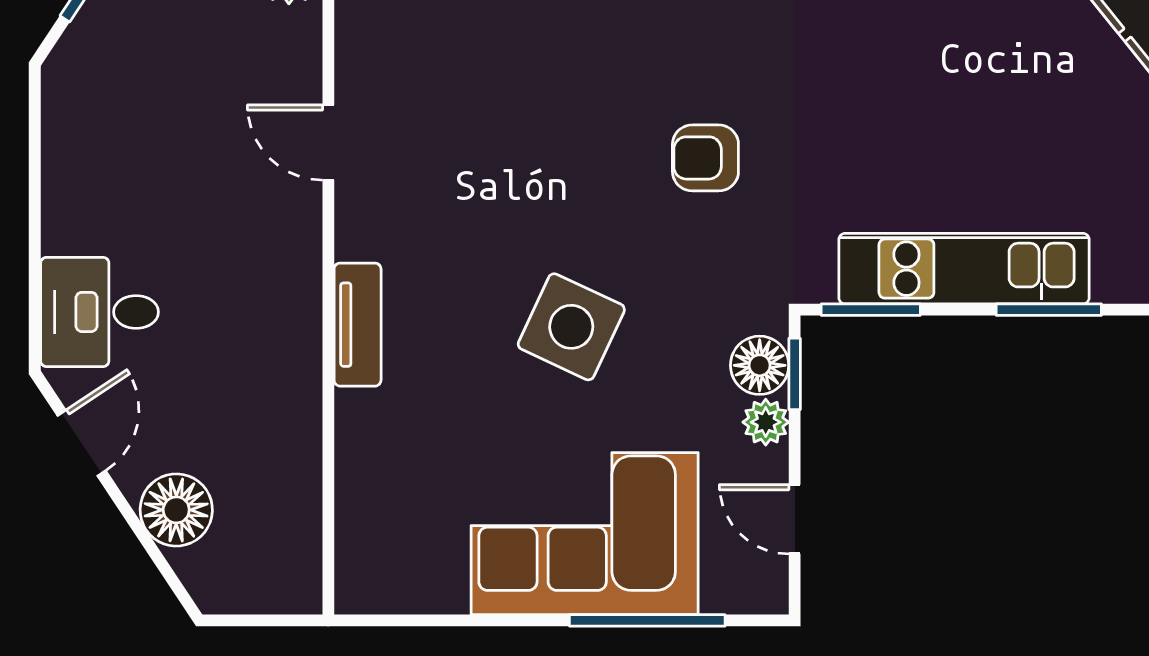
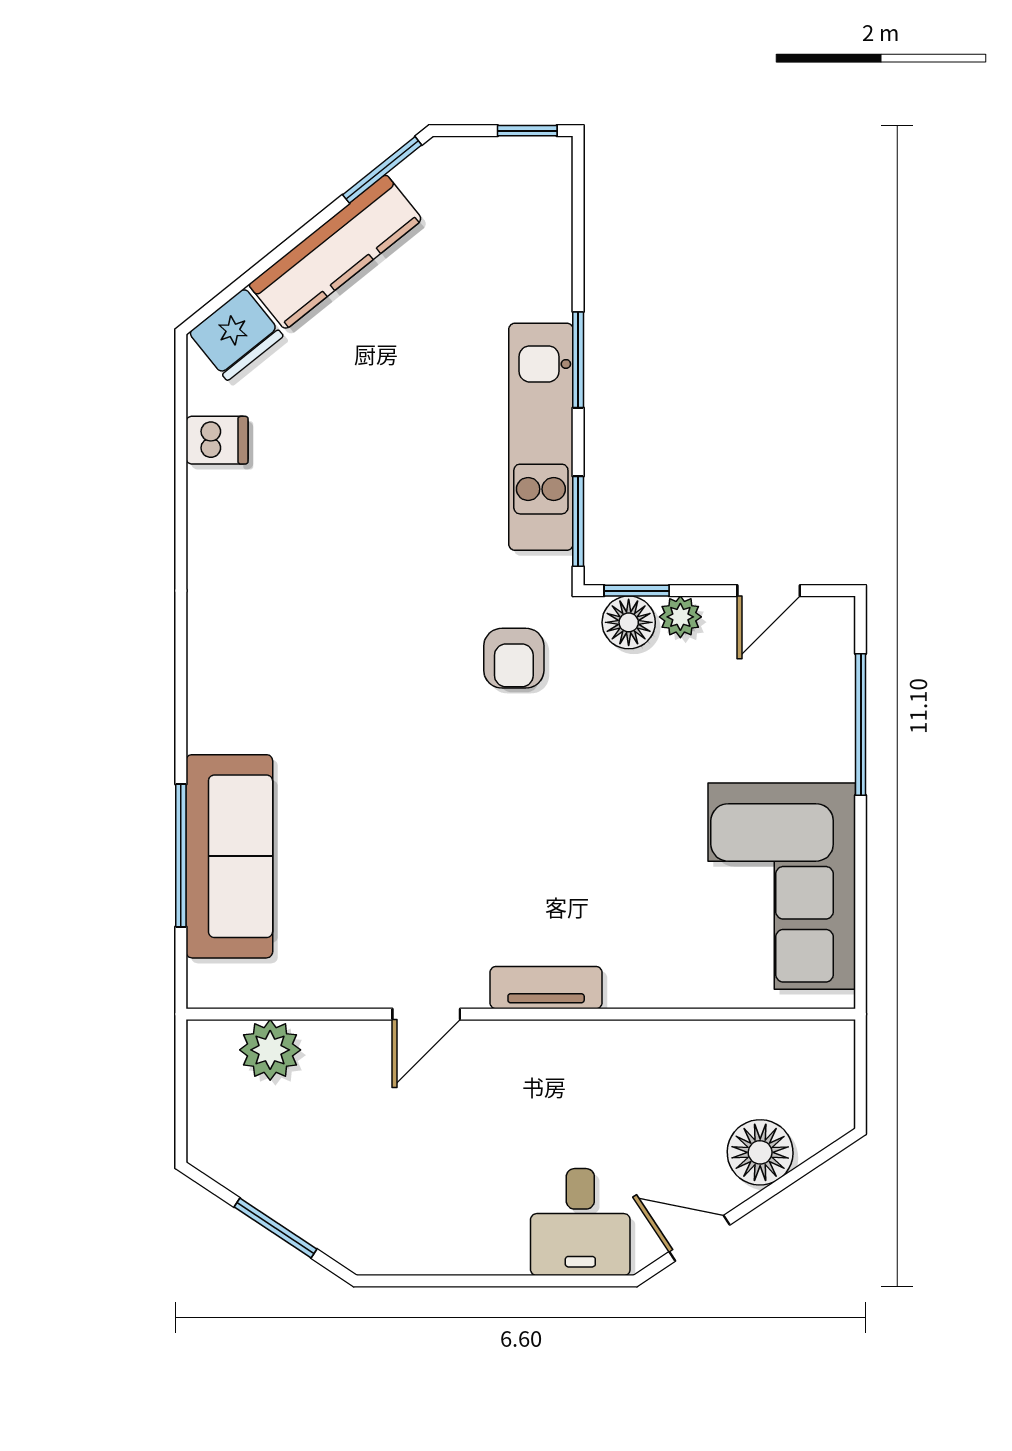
armchair: (705, 158) -> (514, 658), moved
tv unit: (358, 325) -> (546, 988), moved
side table: (571, 327) -> (594, 793), removed
corner sofa: (585, 534) -> (782, 886), moved

